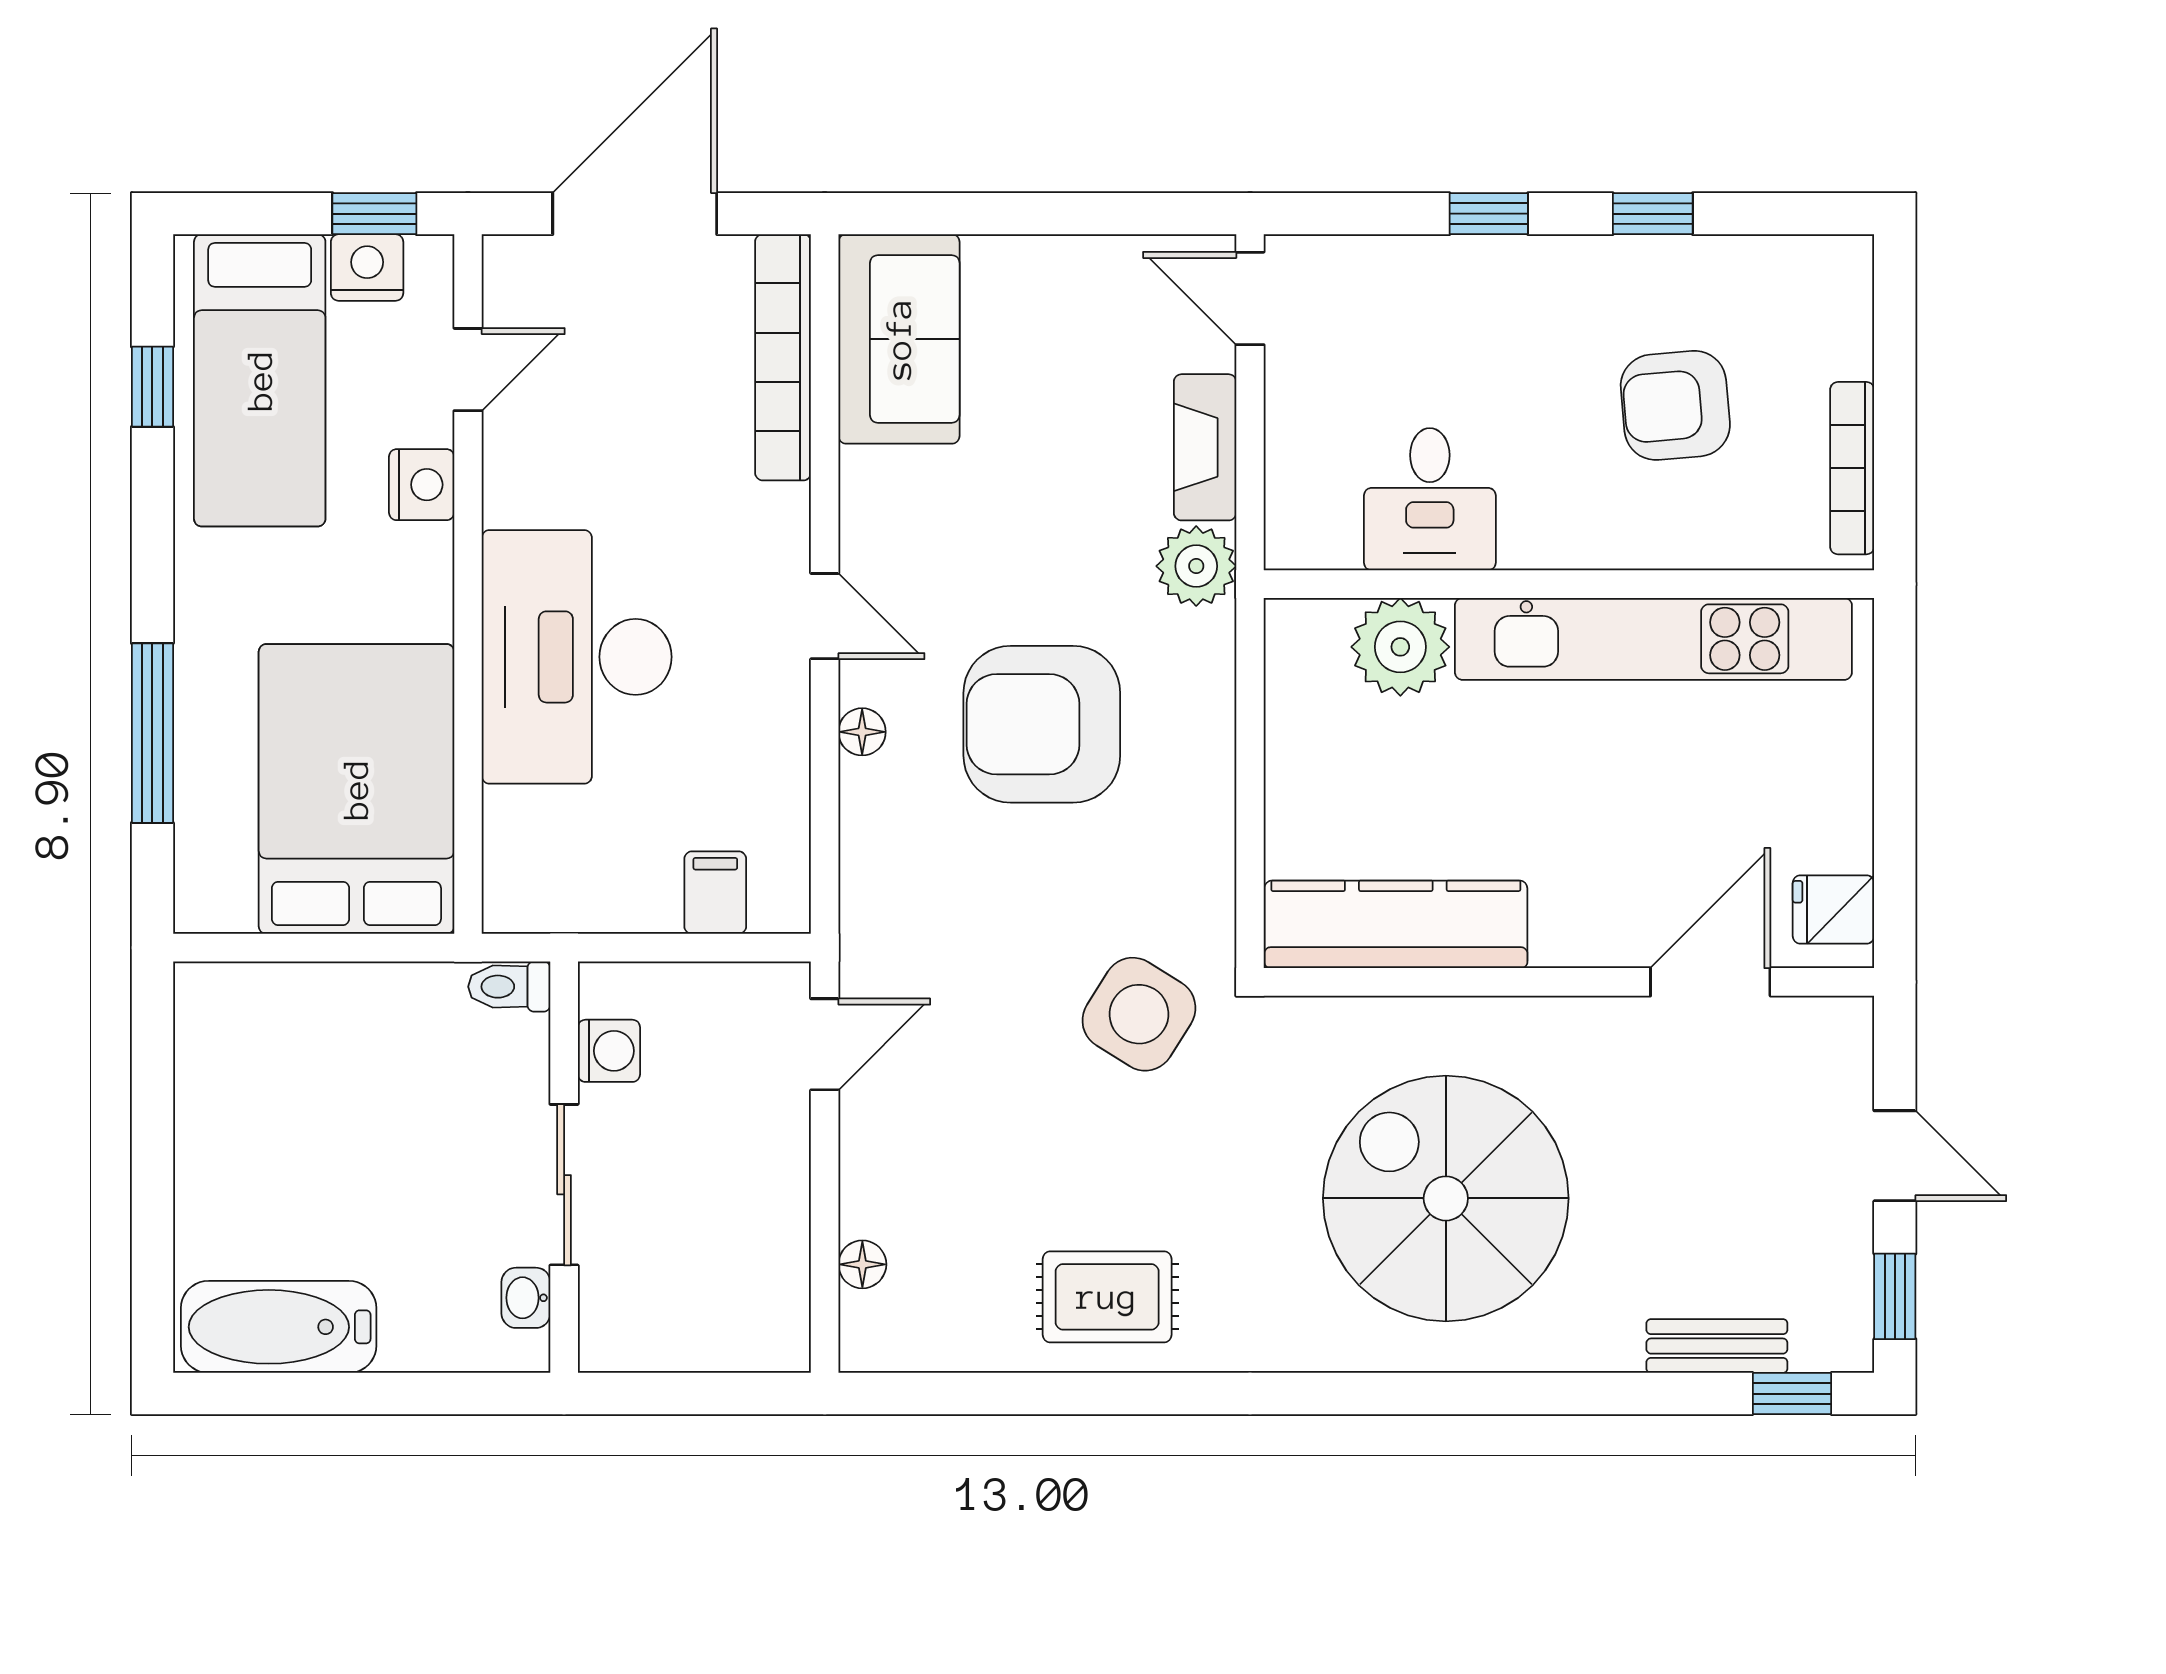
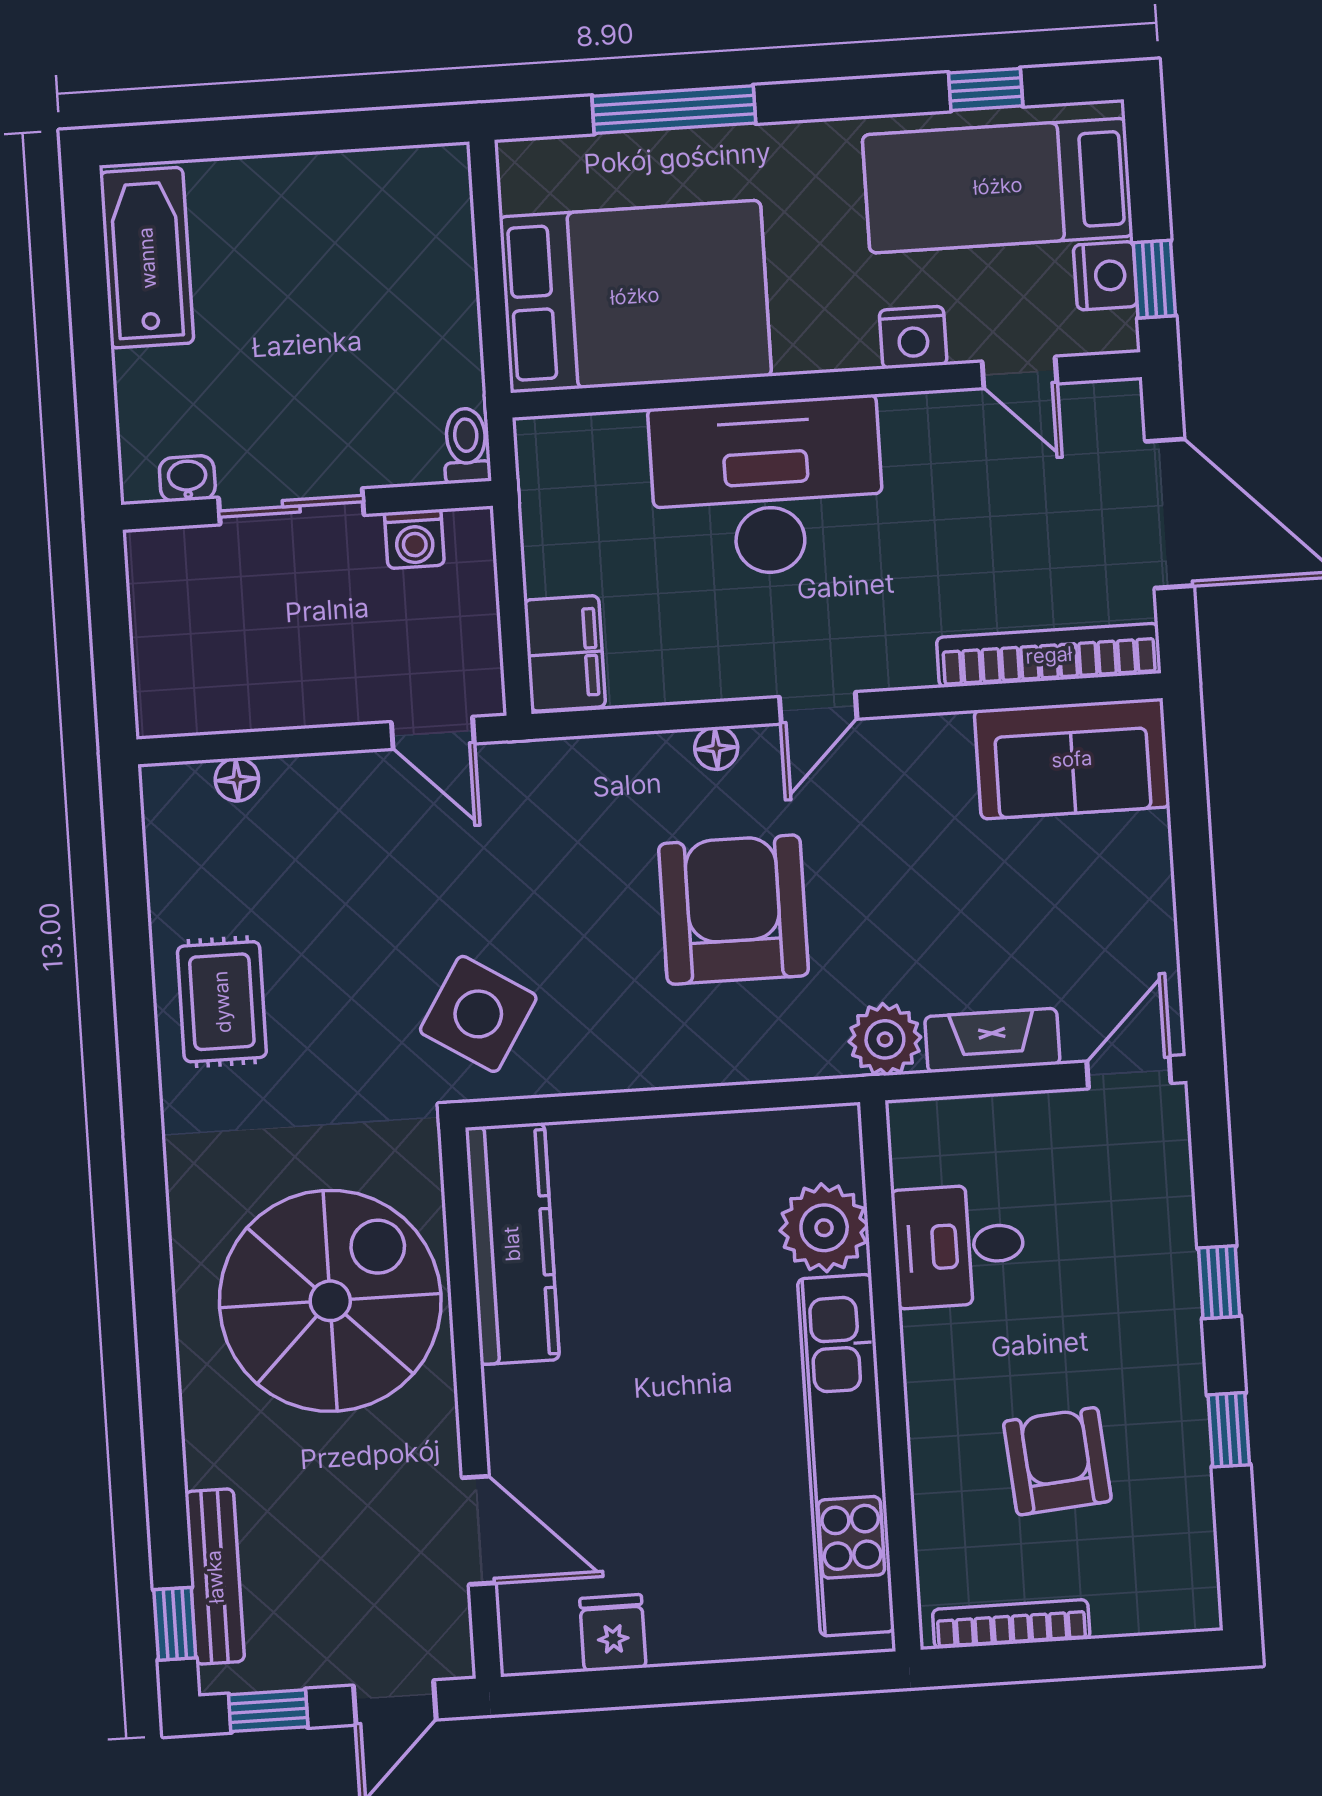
filing cabinet: (715, 893) -> (565, 653), width x2.00
kitchen counter: (1396, 924) -> (512, 1244), moved
wall: (1569, 982) -> (471, 1403), moved
door: (1710, 982) -> (479, 1530), moved
bench: (1717, 1346) -> (215, 1577), width x1.36

